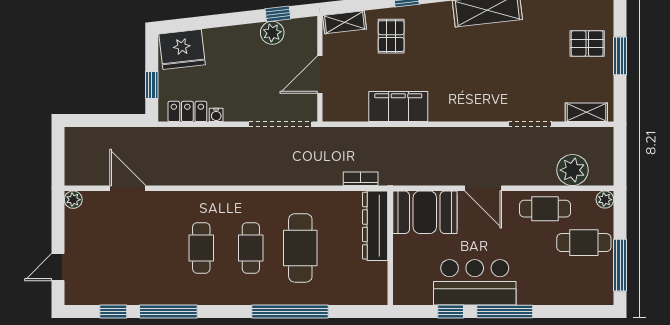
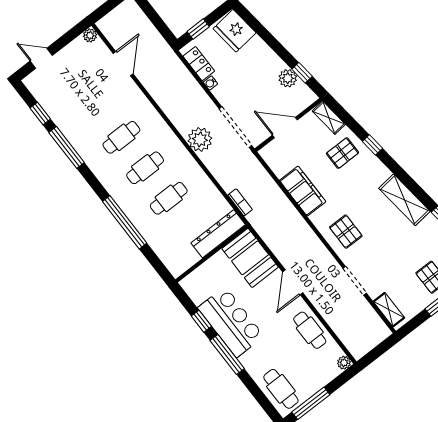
pallet: (473, 95) -> (346, 232), added
plant: (572, 170) -> (200, 139), moved
cafe table: (584, 243) -> (281, 389), moved
cafe table: (300, 248) -> (169, 198), width x0.73, depth x0.74

